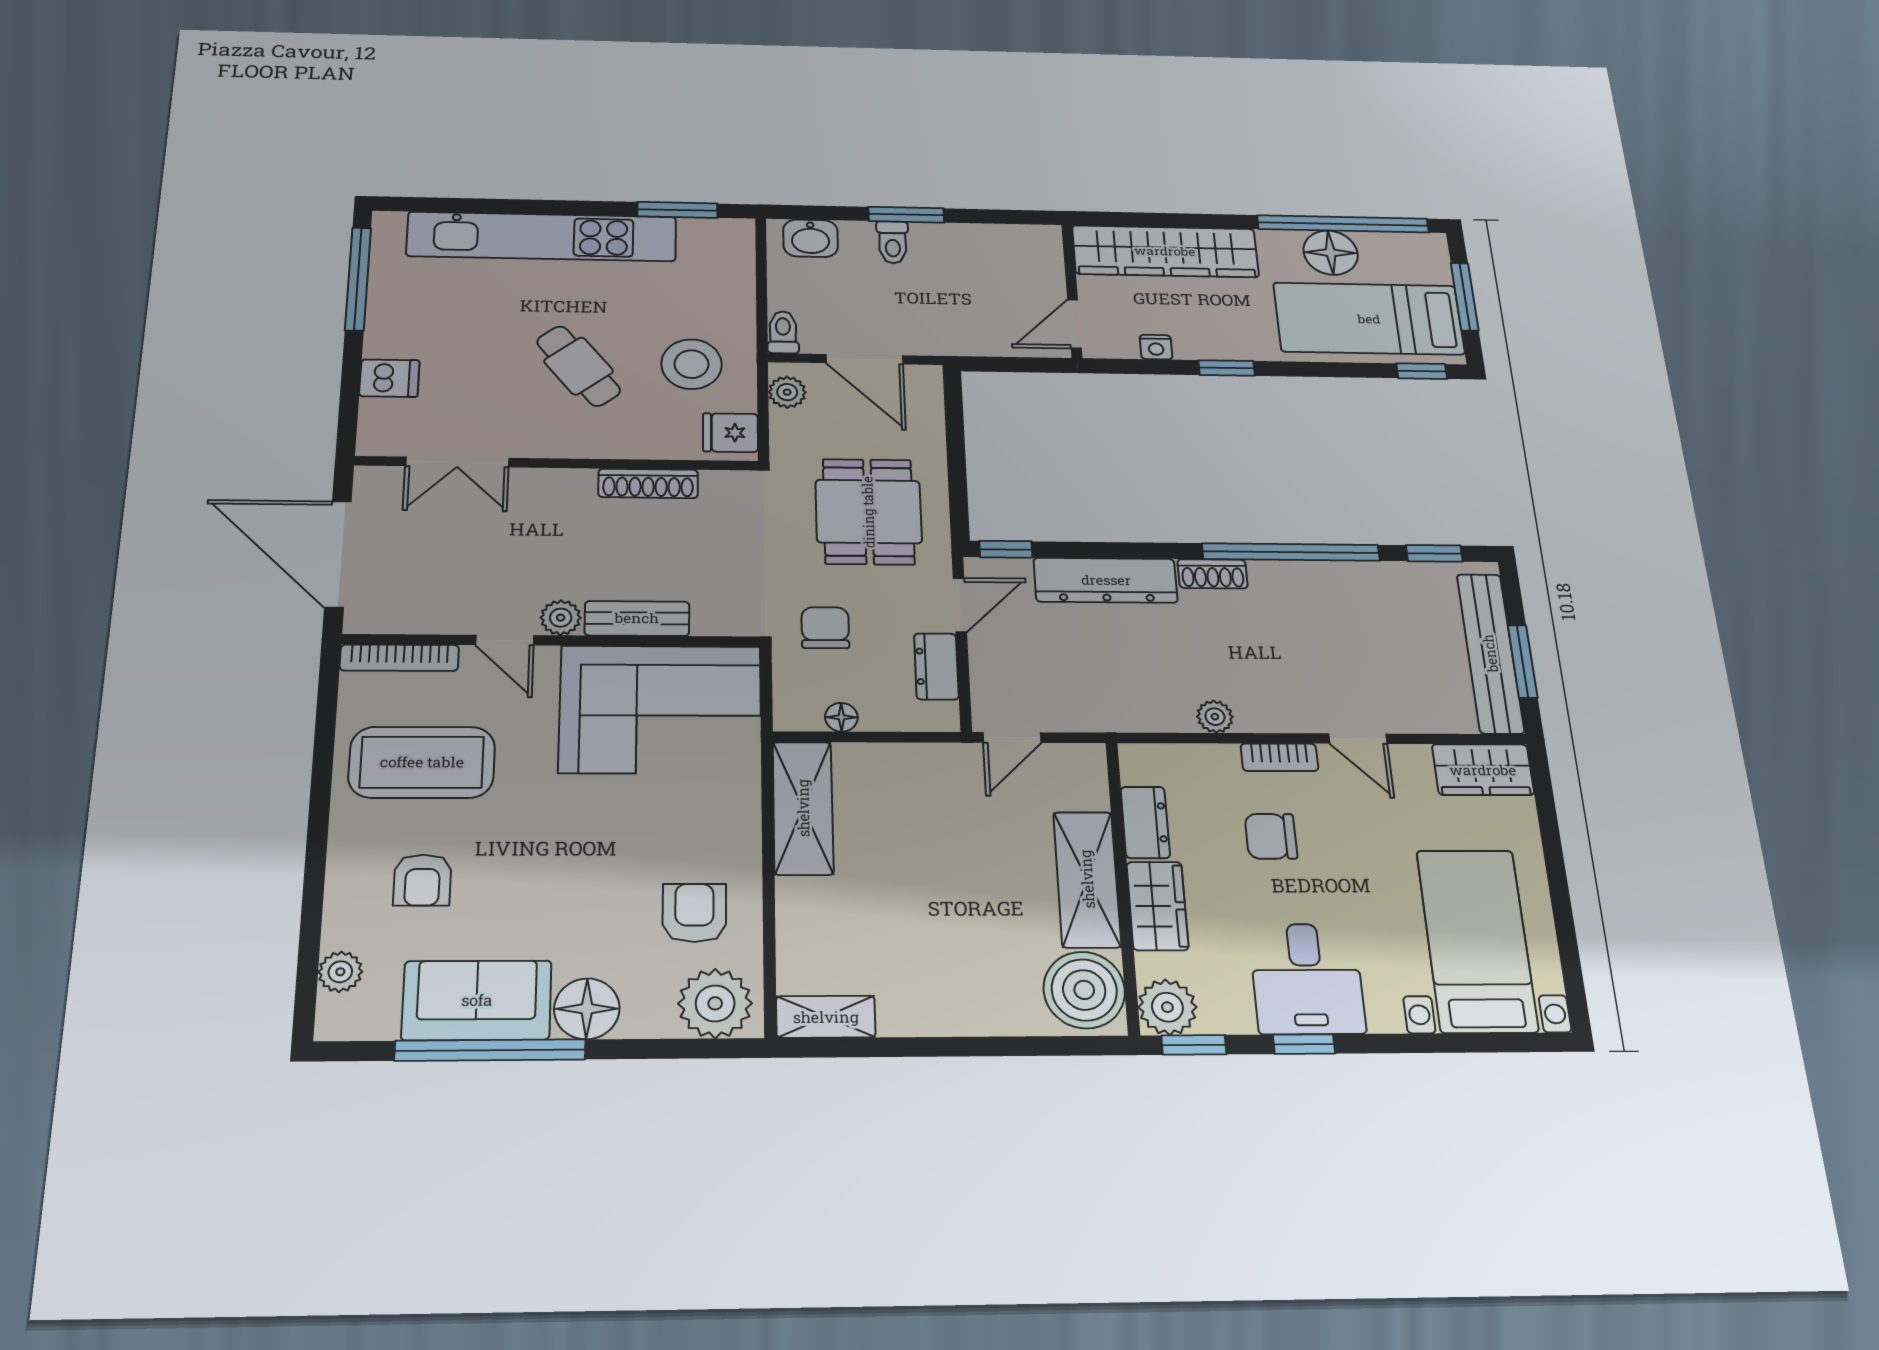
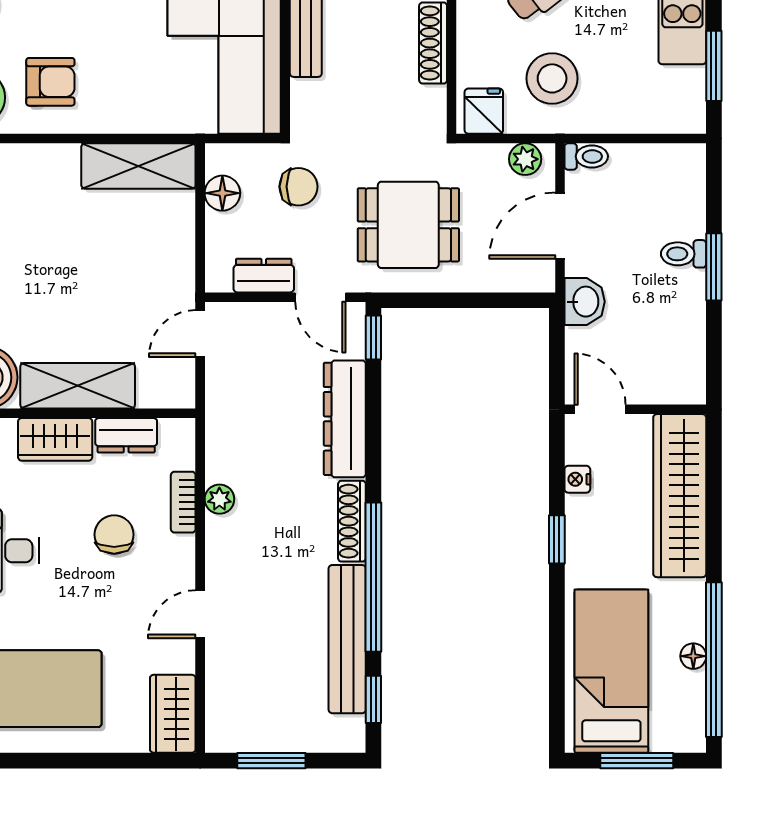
washbasin: (810, 238) -> (585, 302), moved, turned 180
floor lamp: (1331, 253) -> (693, 656), width x0.53, depth x0.53
window: (1422, 371) -> (557, 712), removed
shoe rack: (1213, 574) -> (352, 521), width x1.43
bench: (1490, 653) -> (347, 639), moved, turned 90
floor lamp: (841, 717) -> (222, 193), width x1.37, depth x1.37
door: (1012, 738) -> (200, 334), hinge flipped
bookcase: (1279, 757) -> (183, 502), moved

